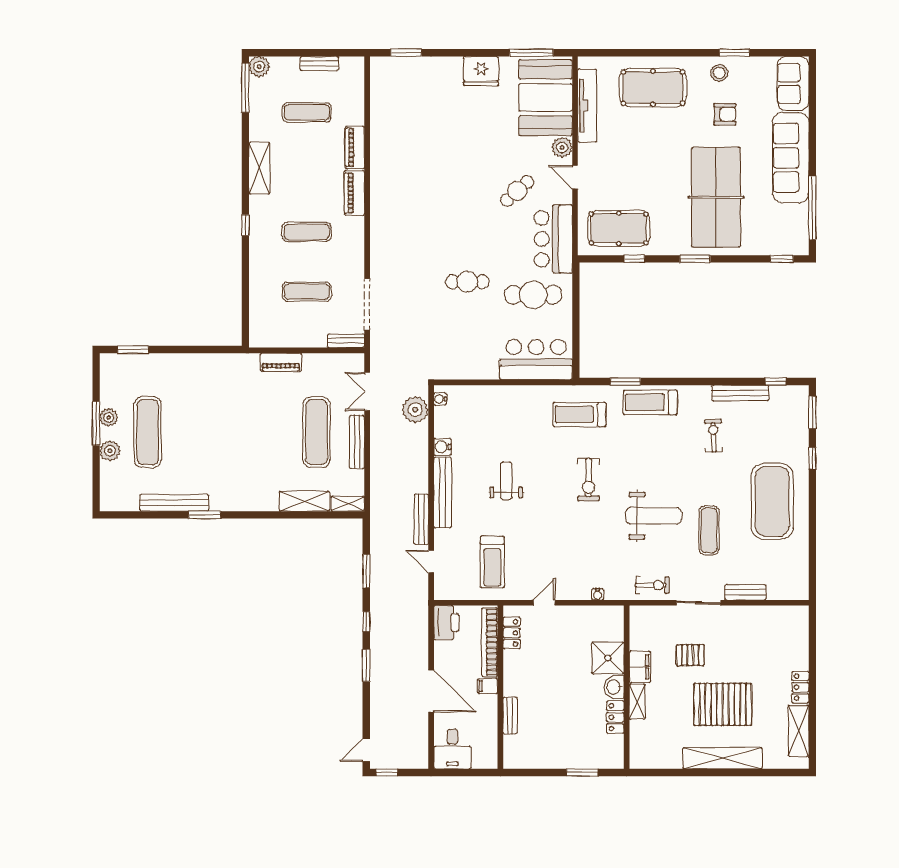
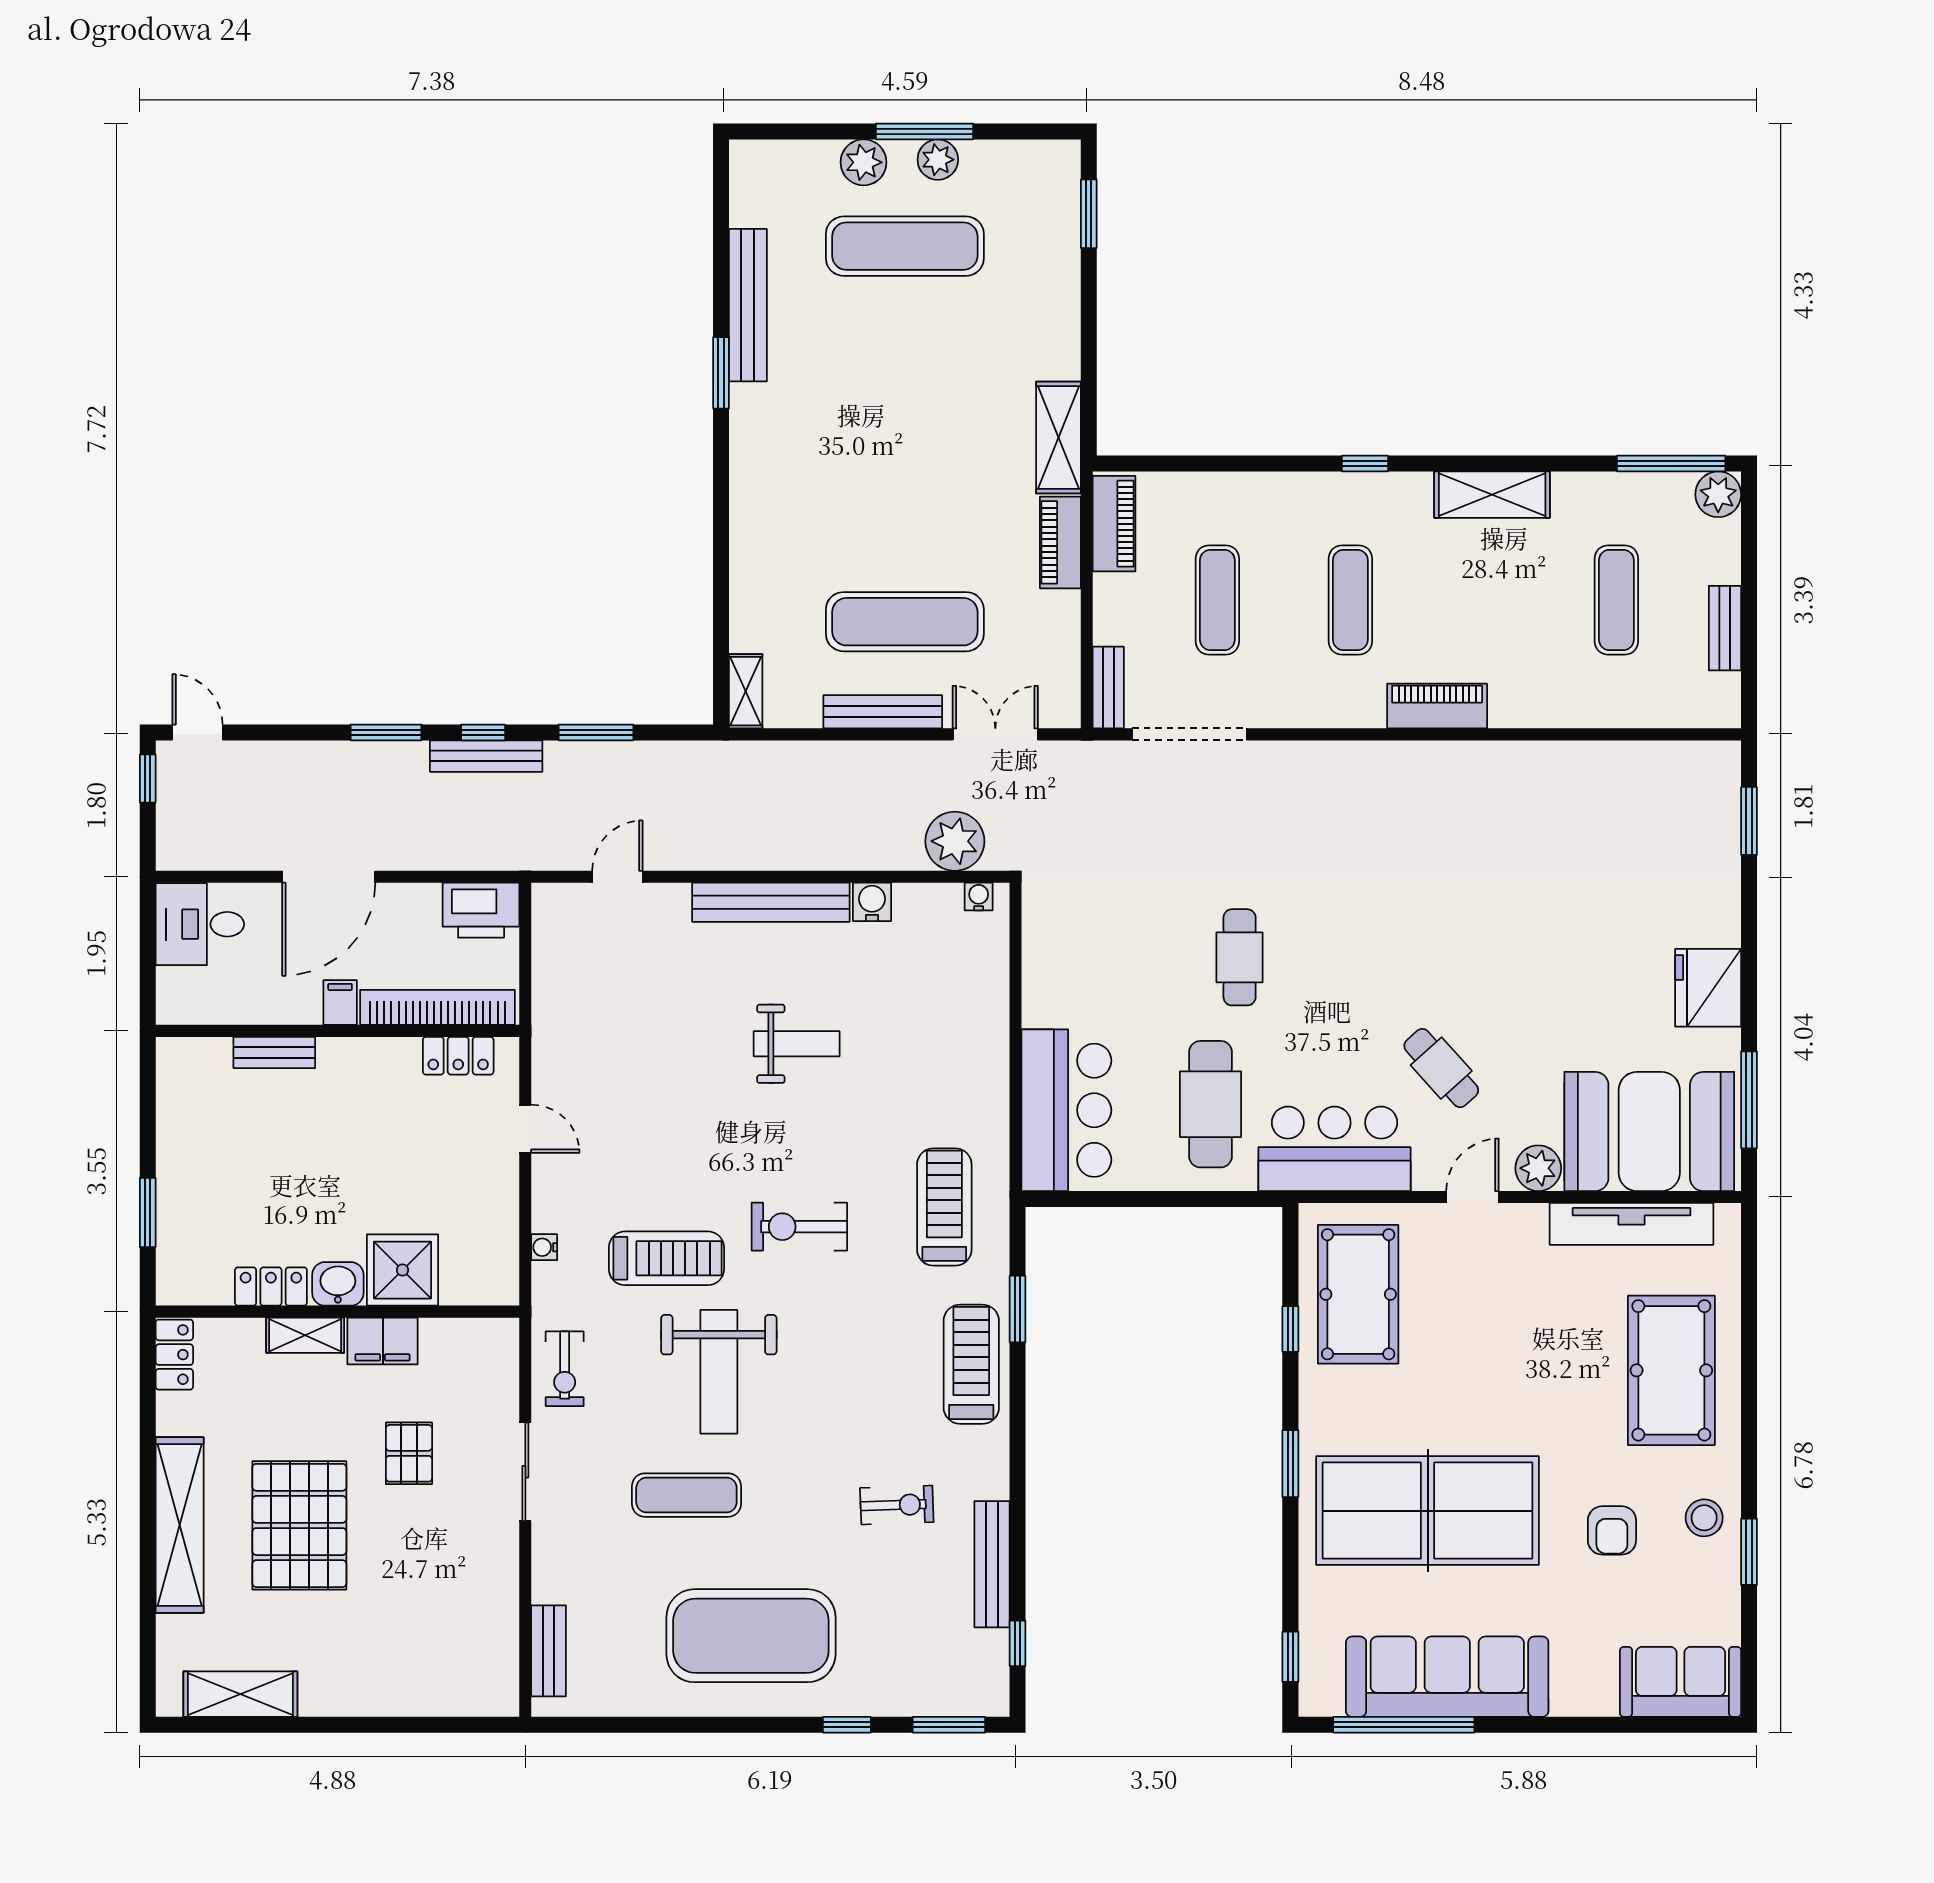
piano: (355, 148) -> (1114, 524), moved, turned 90
sofa: (791, 158) -> (1447, 1677), moved
shelving: (304, 501) -> (1058, 438), moved
bench: (421, 519) -> (486, 756), moved
treadmill: (492, 562) -> (666, 1258), moved, turned 180
bench: (745, 592) -> (549, 1651), moved
locker: (800, 687) -> (174, 1355), moved, turned 90

